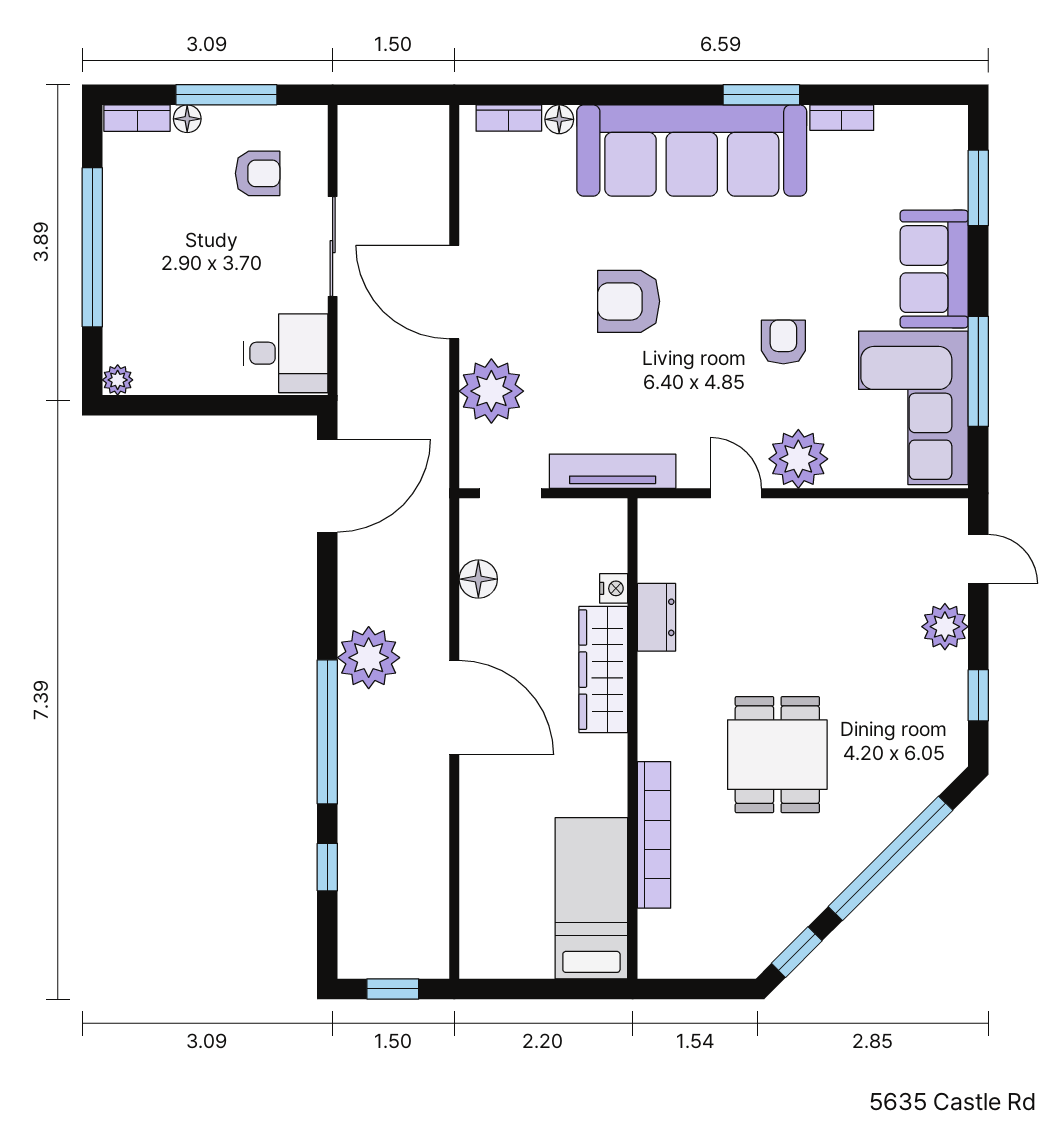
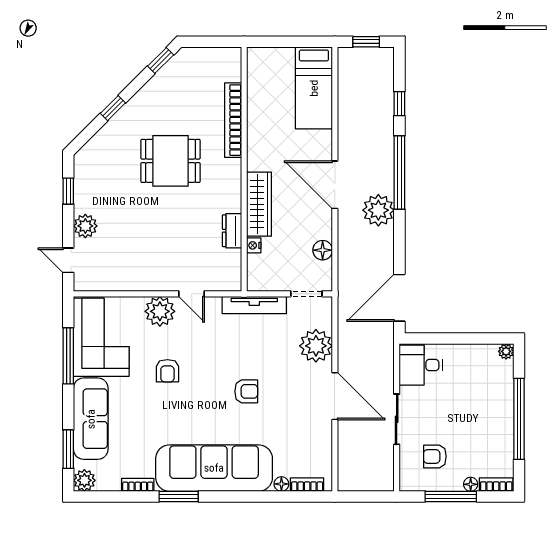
plant: (947, 126) -> (84, 480), added
sofa: (934, 269) -> (91, 419), width x1.36
armchair: (629, 301) -> (246, 391), width x0.72, depth x0.72
dining table: (777, 755) -> (171, 161), turned 90
window: (891, 858) -> (113, 108), width x0.32
bed: (591, 898) -> (314, 88), moved

